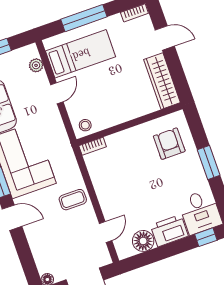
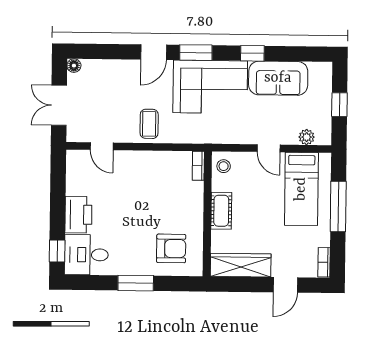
cot: (123, 114) -> (221, 211), added
floor lamp: (143, 241) -> (78, 183), removed

